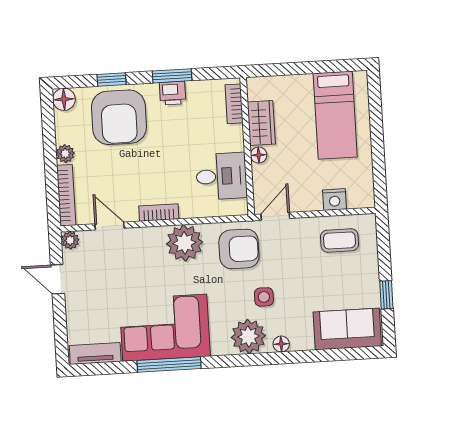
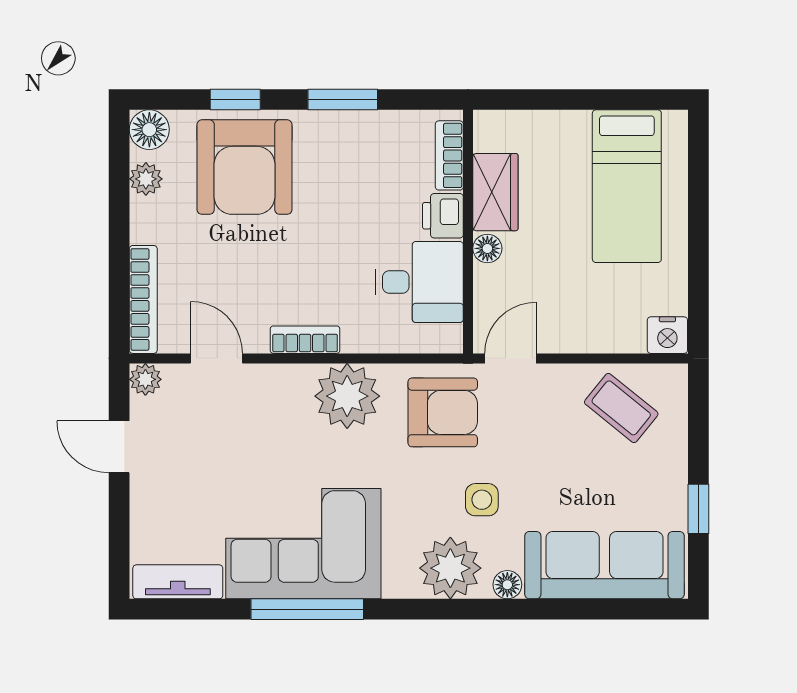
printer: (173, 93) -> (443, 216), moved, turned 90
plant: (65, 154) -> (146, 179), moved
nightstand: (335, 200) -> (667, 335), moved
coffee table: (339, 240) -> (621, 408), turned 39
sofa: (347, 329) -> (604, 565), width x1.36

